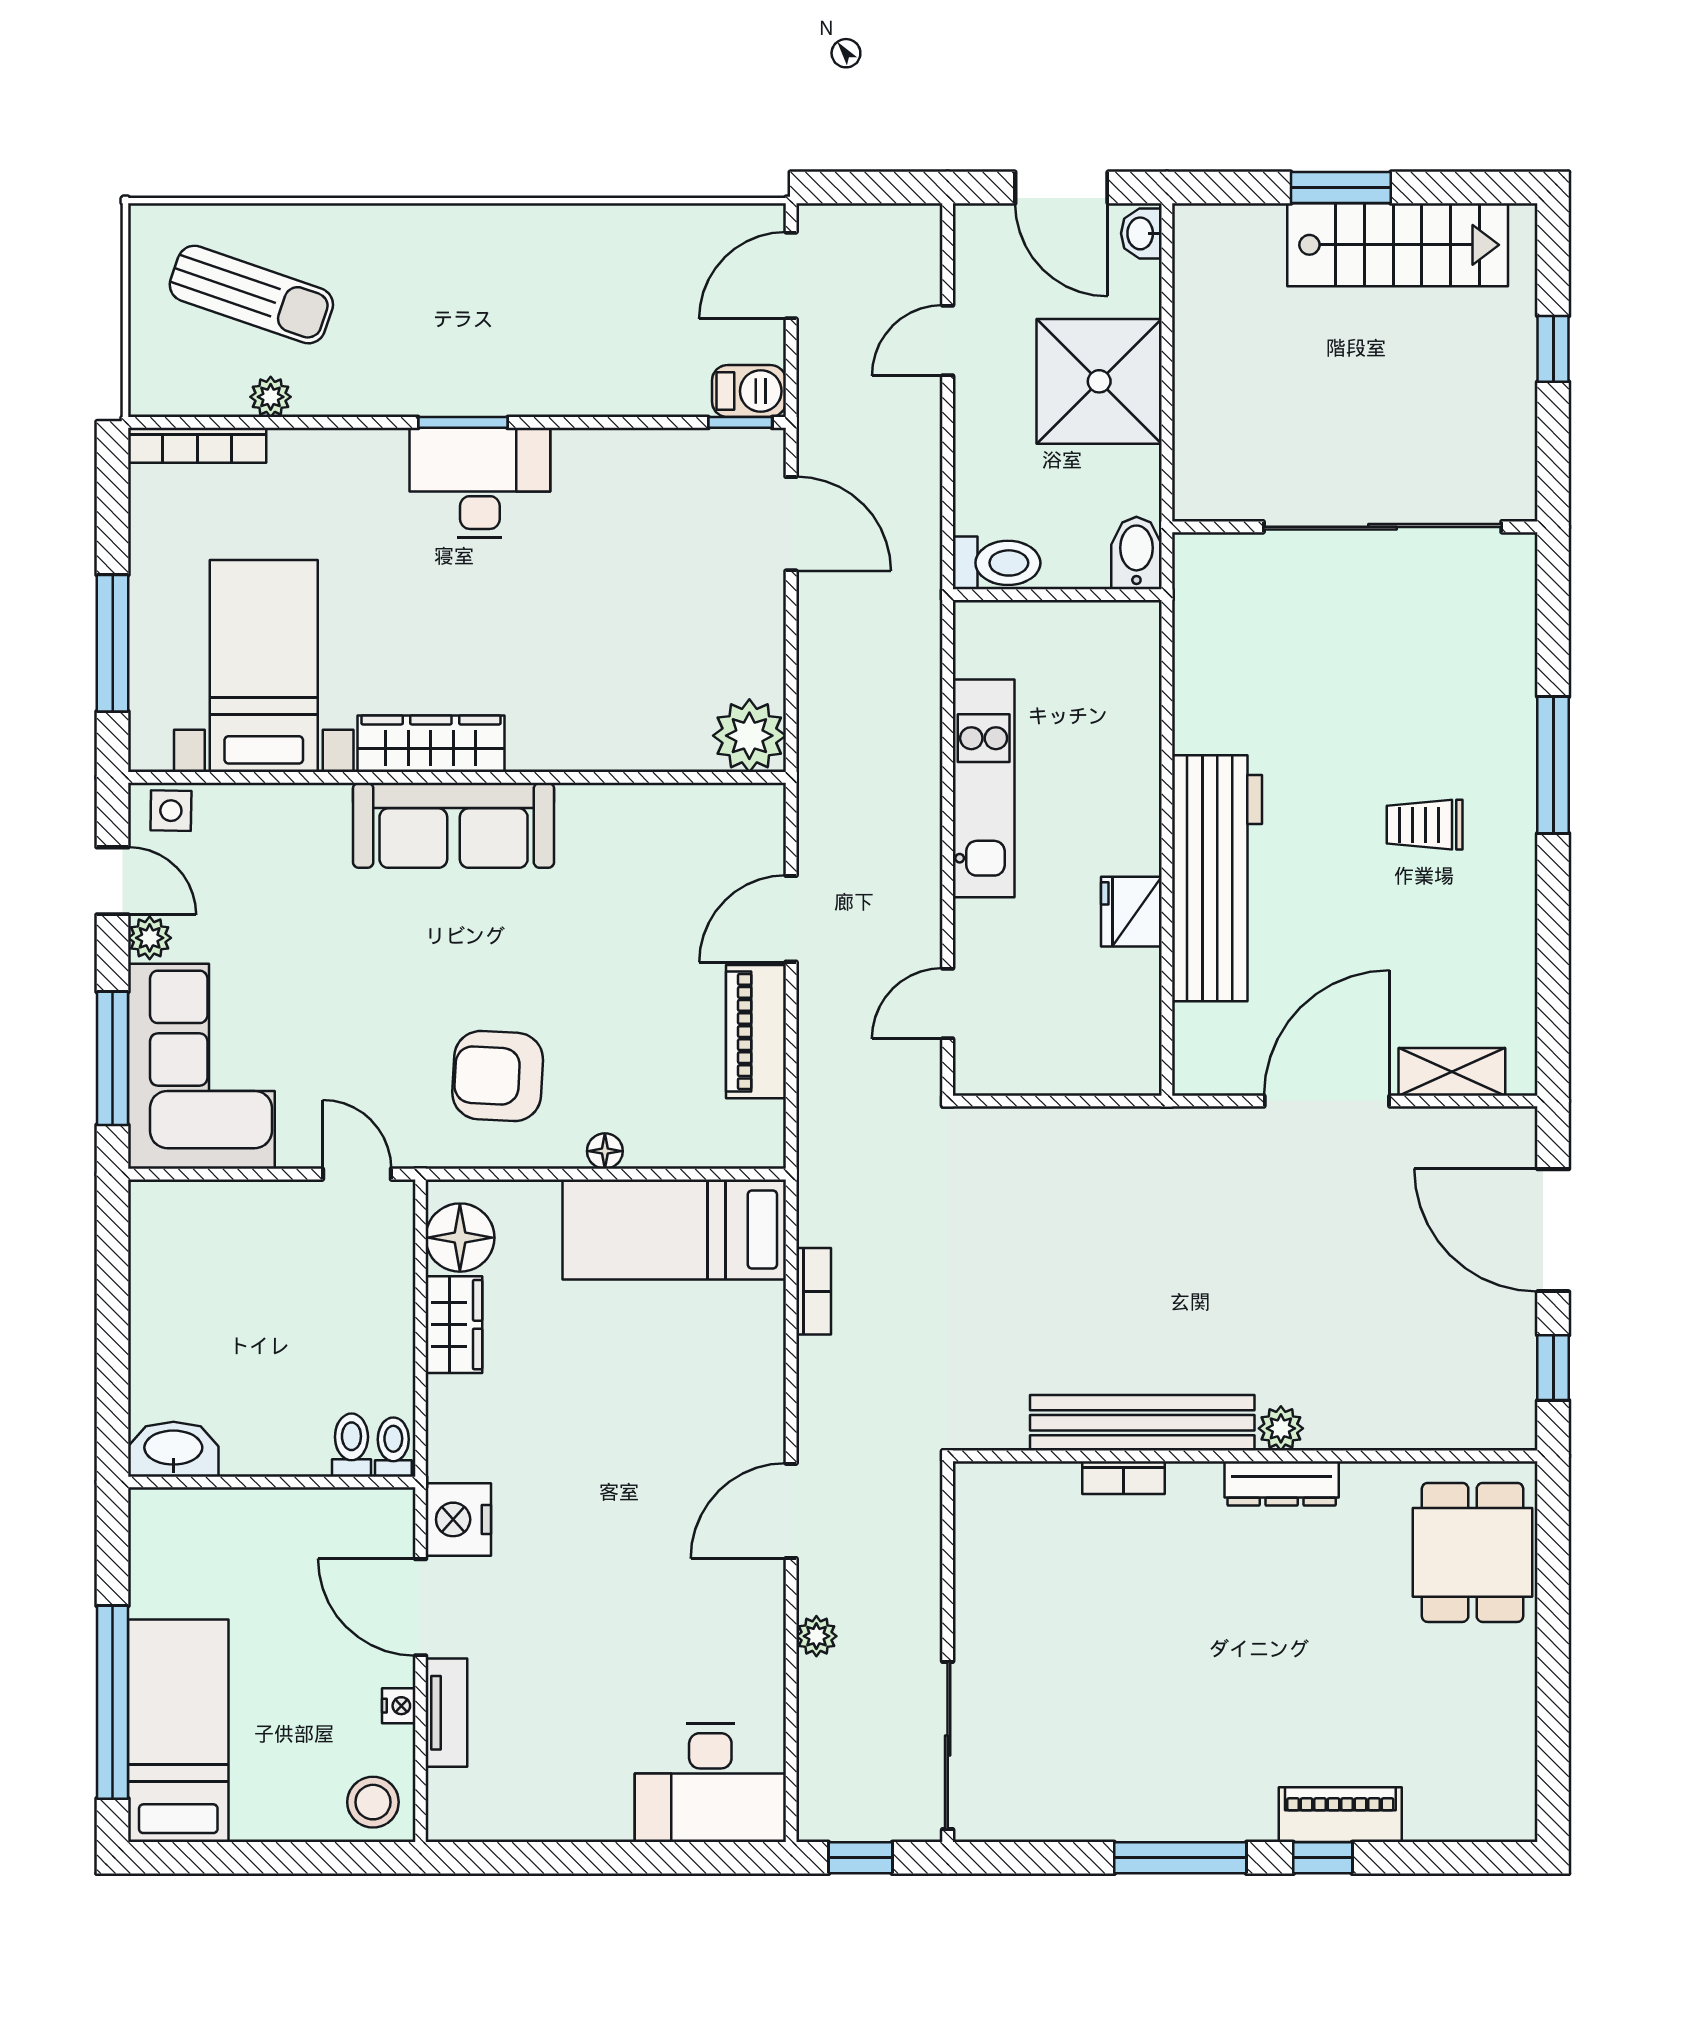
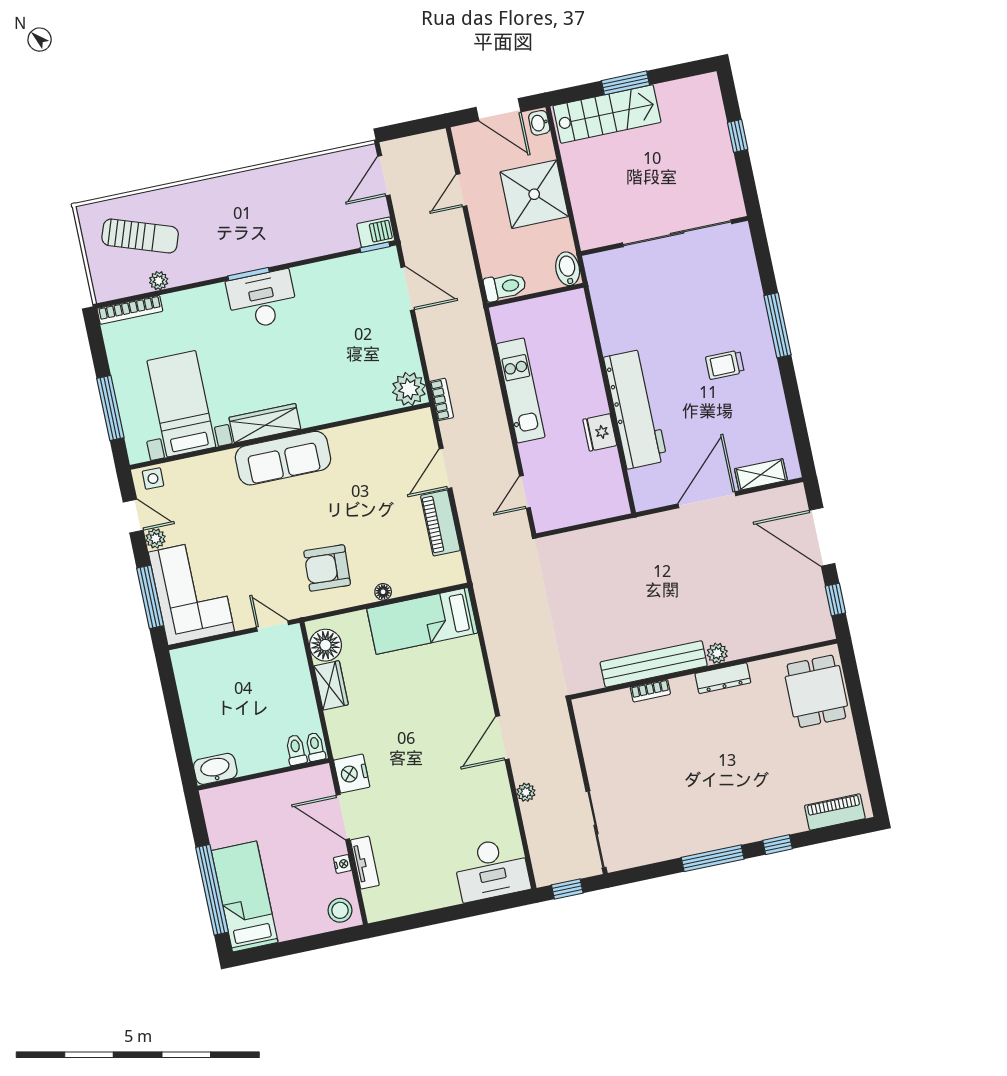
stairs: (1398, 245) -> (607, 114), moved
bookcase: (814, 1291) -> (442, 399), moved
piano: (1340, 1815) -> (835, 812), moved

